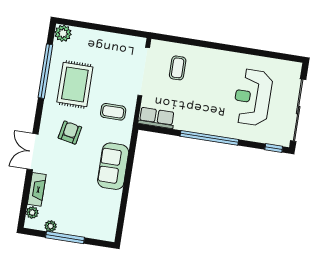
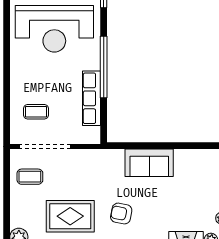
reception desk: (253, 97) -> (54, 29), width x1.36, depth x1.30
coffee table: (113, 112) -> (30, 177), moved, turned 90
row of seats: (157, 118) -> (92, 98), moved, width x1.48

